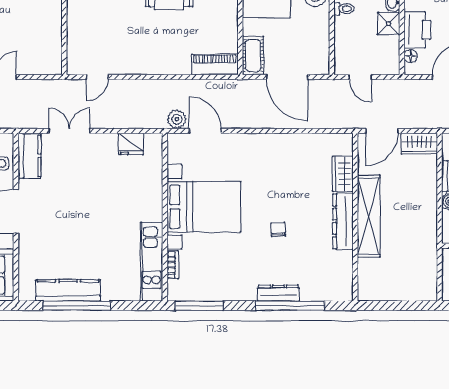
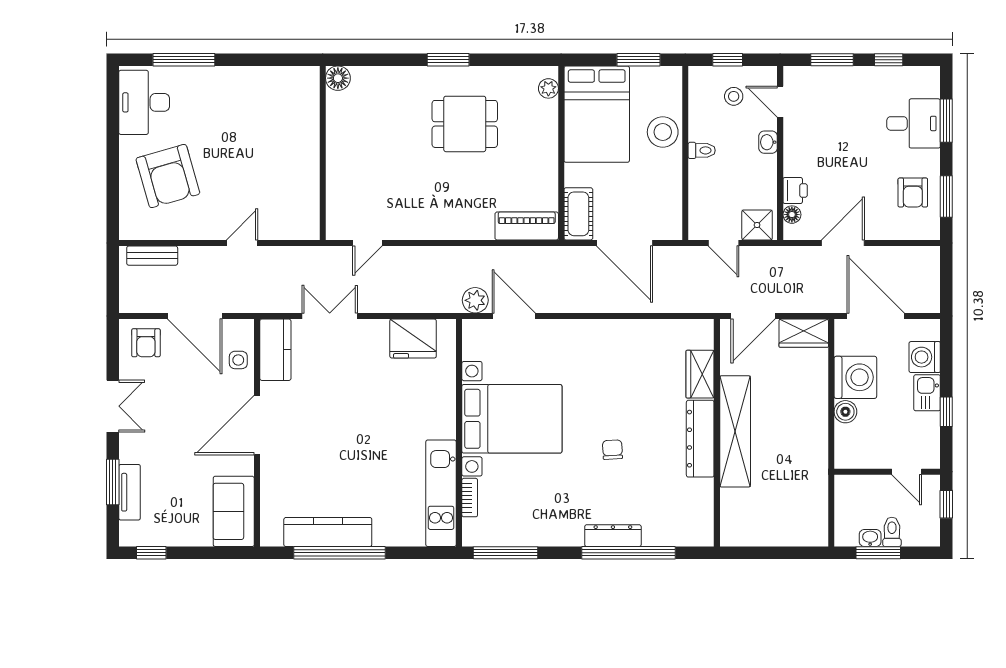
shower: (389, 24) -> (757, 225), moved
printer: (417, 30) -> (795, 191), width x0.53, depth x0.68
fridge: (131, 144) -> (413, 339), width x1.36, depth x1.34

